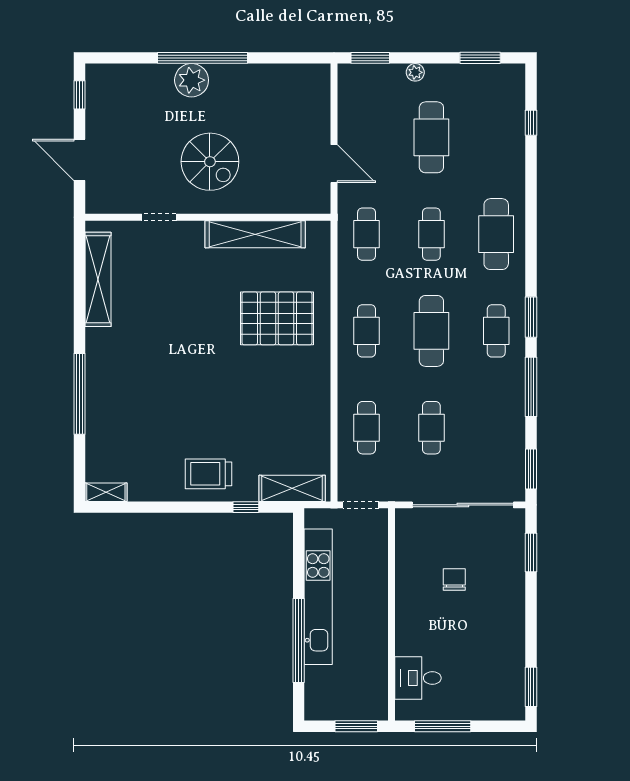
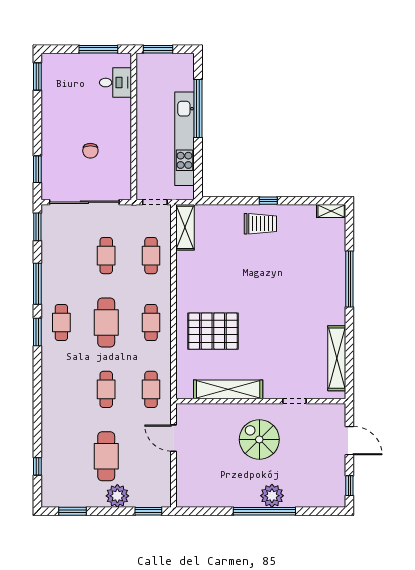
plant: (415, 72) -> (117, 496), width x1.88, depth x1.88
cafe table: (496, 234) -> (61, 389), removed
shelving: (292, 488) -> (185, 227), moved, turned 90
window: (246, 507) -> (268, 201), moved

